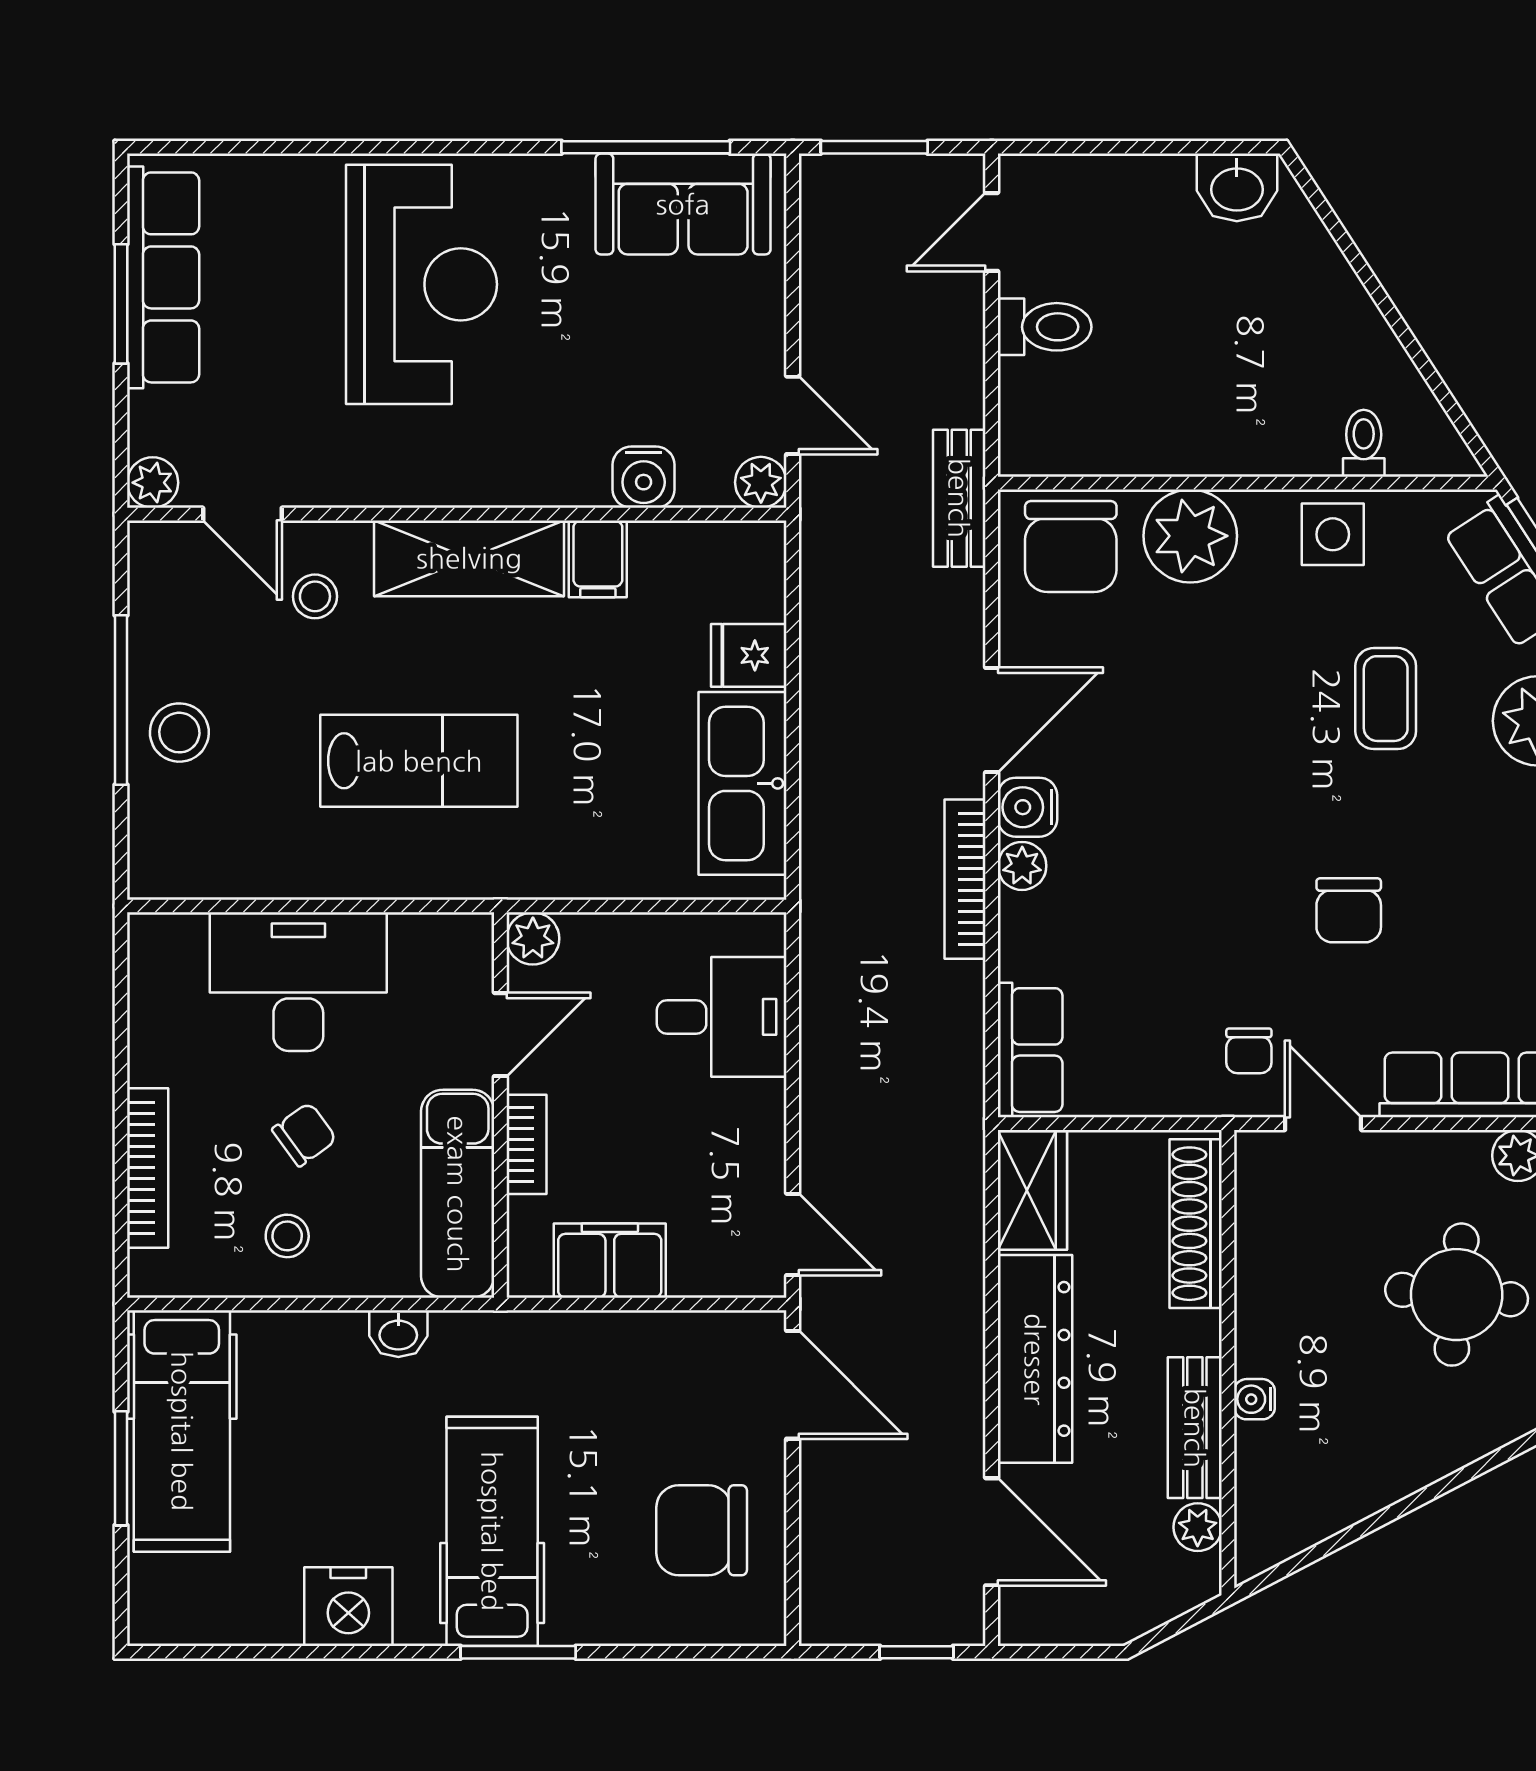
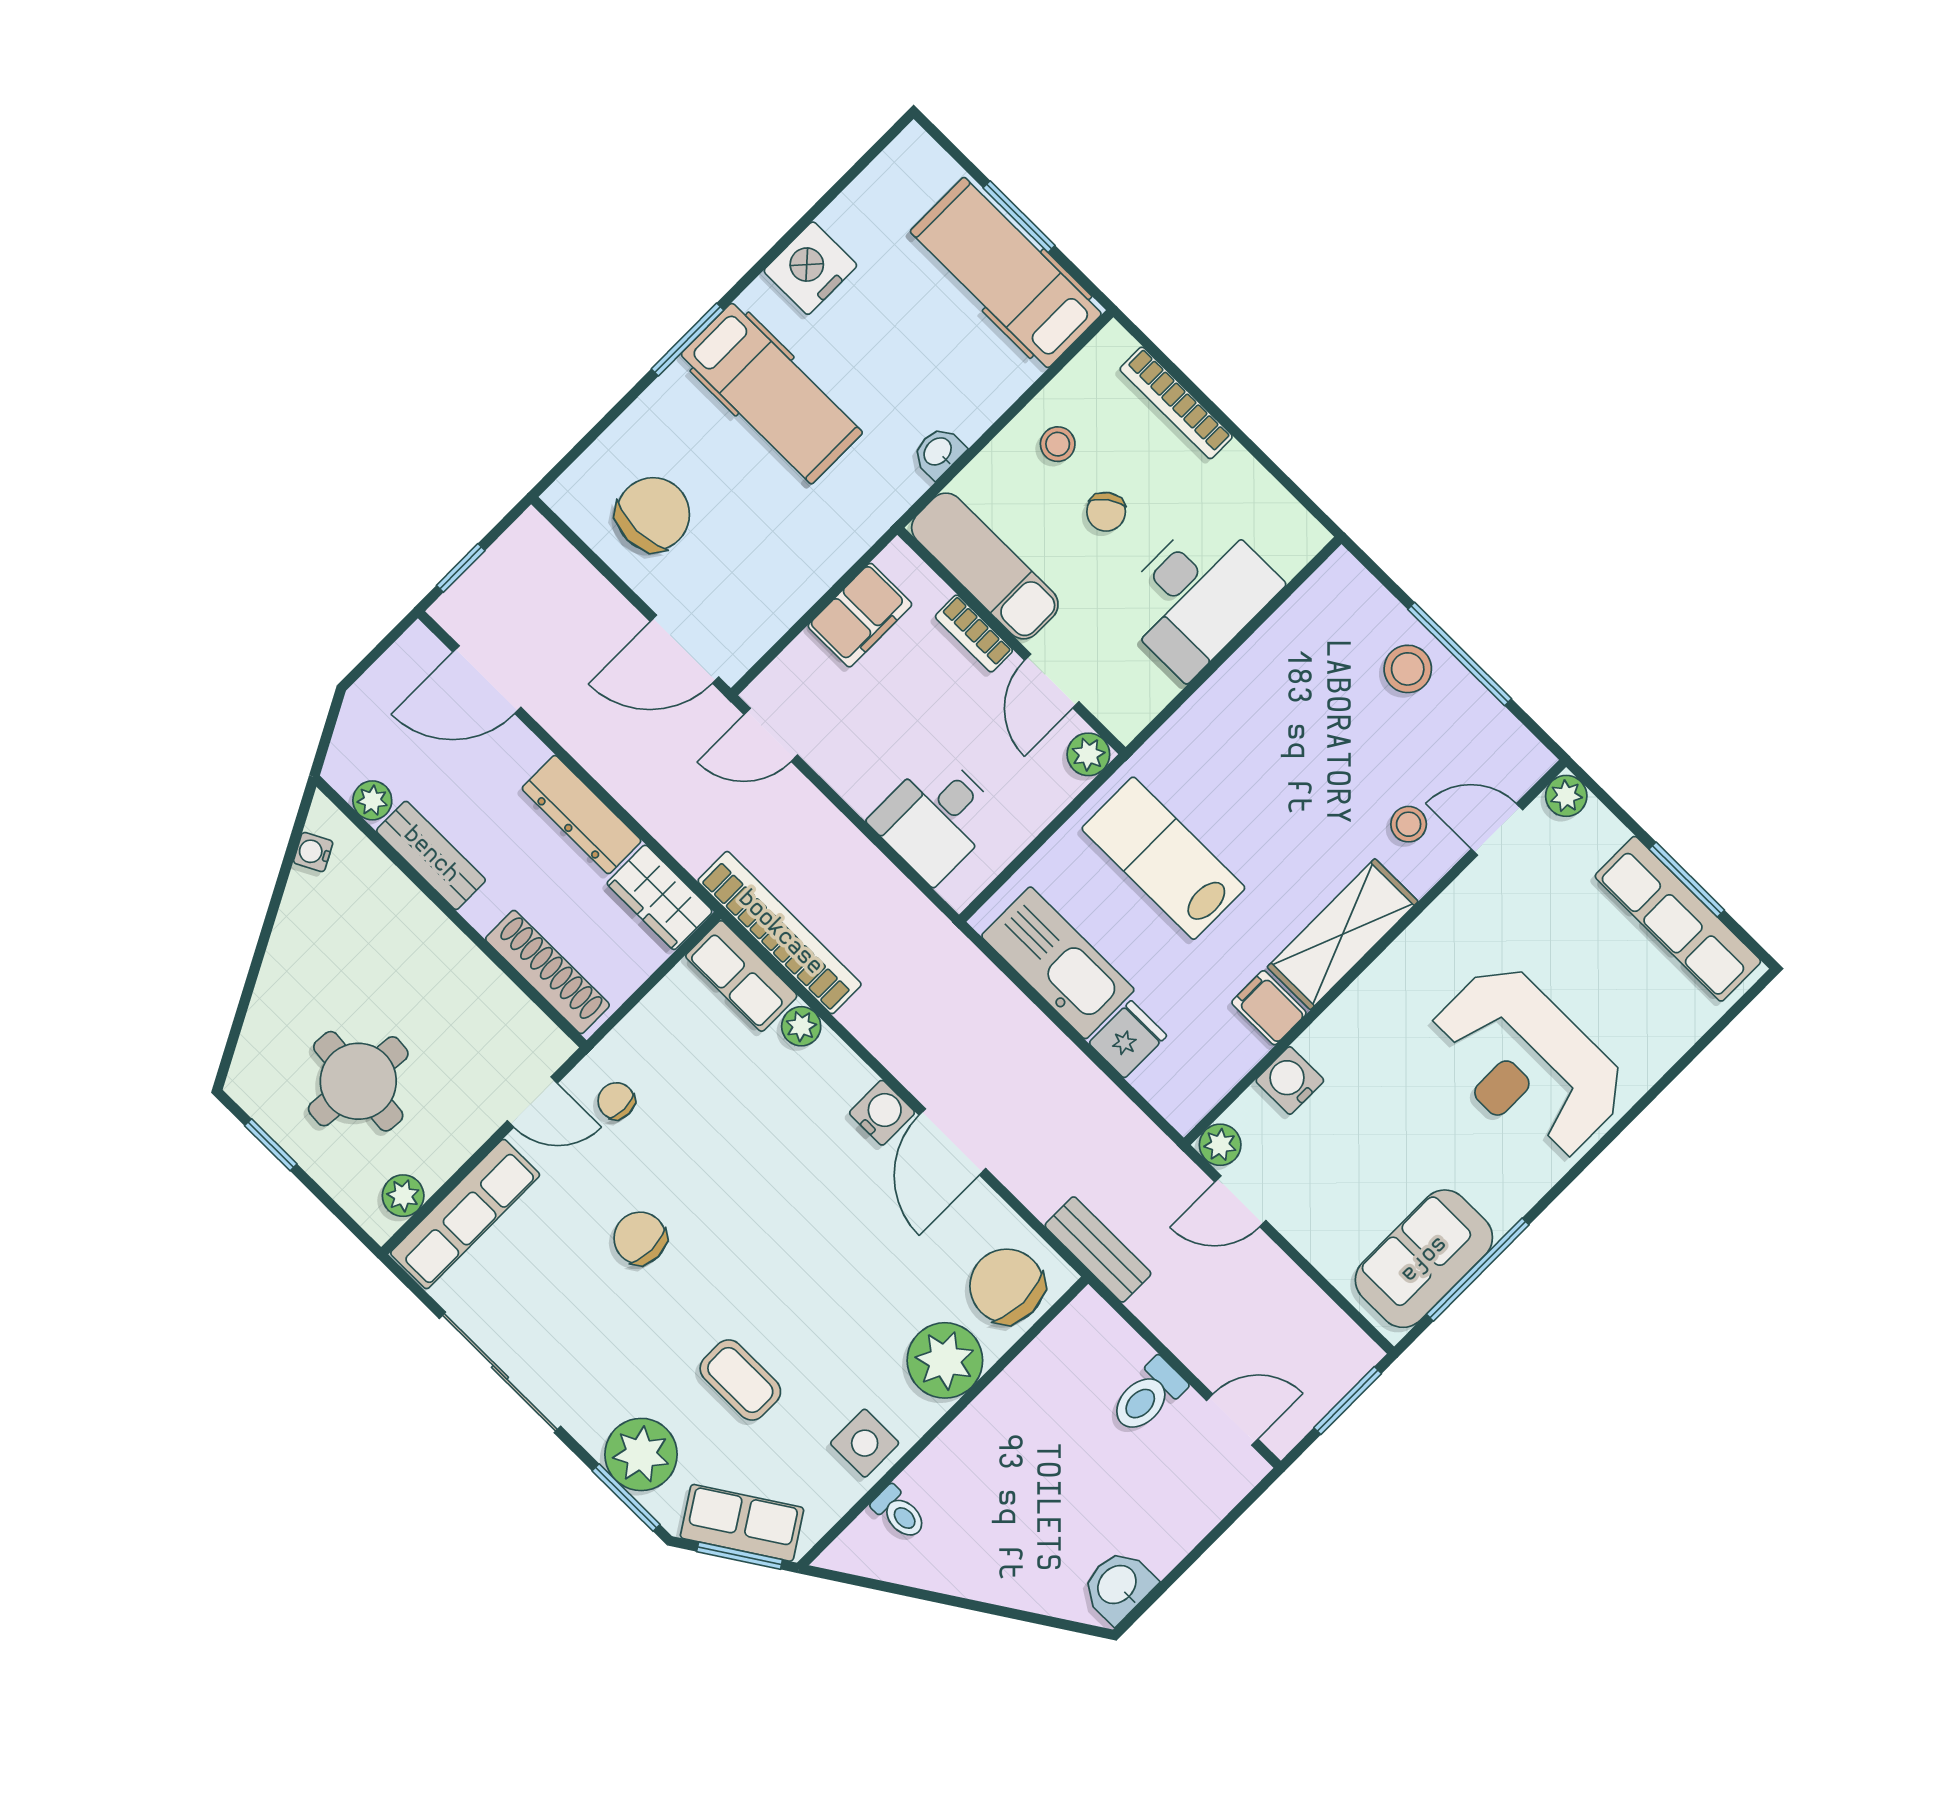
door: (992, 232) -> (1232, 1420), hinge flipped
lab bench: (419, 761) -> (1163, 858), moved, turned 90
plant: (1022, 866) -> (801, 1026), moved
bookcase: (965, 879) -> (780, 933), moved, width x1.48, depth x1.31
dresser: (1035, 1359) -> (582, 815), width x0.73, depth x0.80
water cooler: (1254, 1399) -> (313, 852), moved, turned -118

